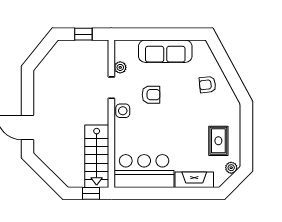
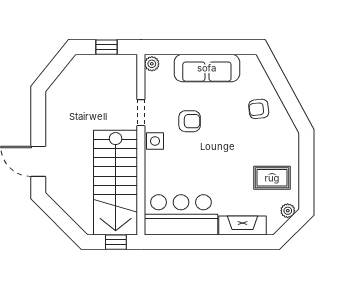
plant: (120, 67) -> (152, 64), moved
rug: (218, 141) -> (272, 178), turned 90
stairs: (97, 156) -> (116, 183), width x1.36, depth x1.51

